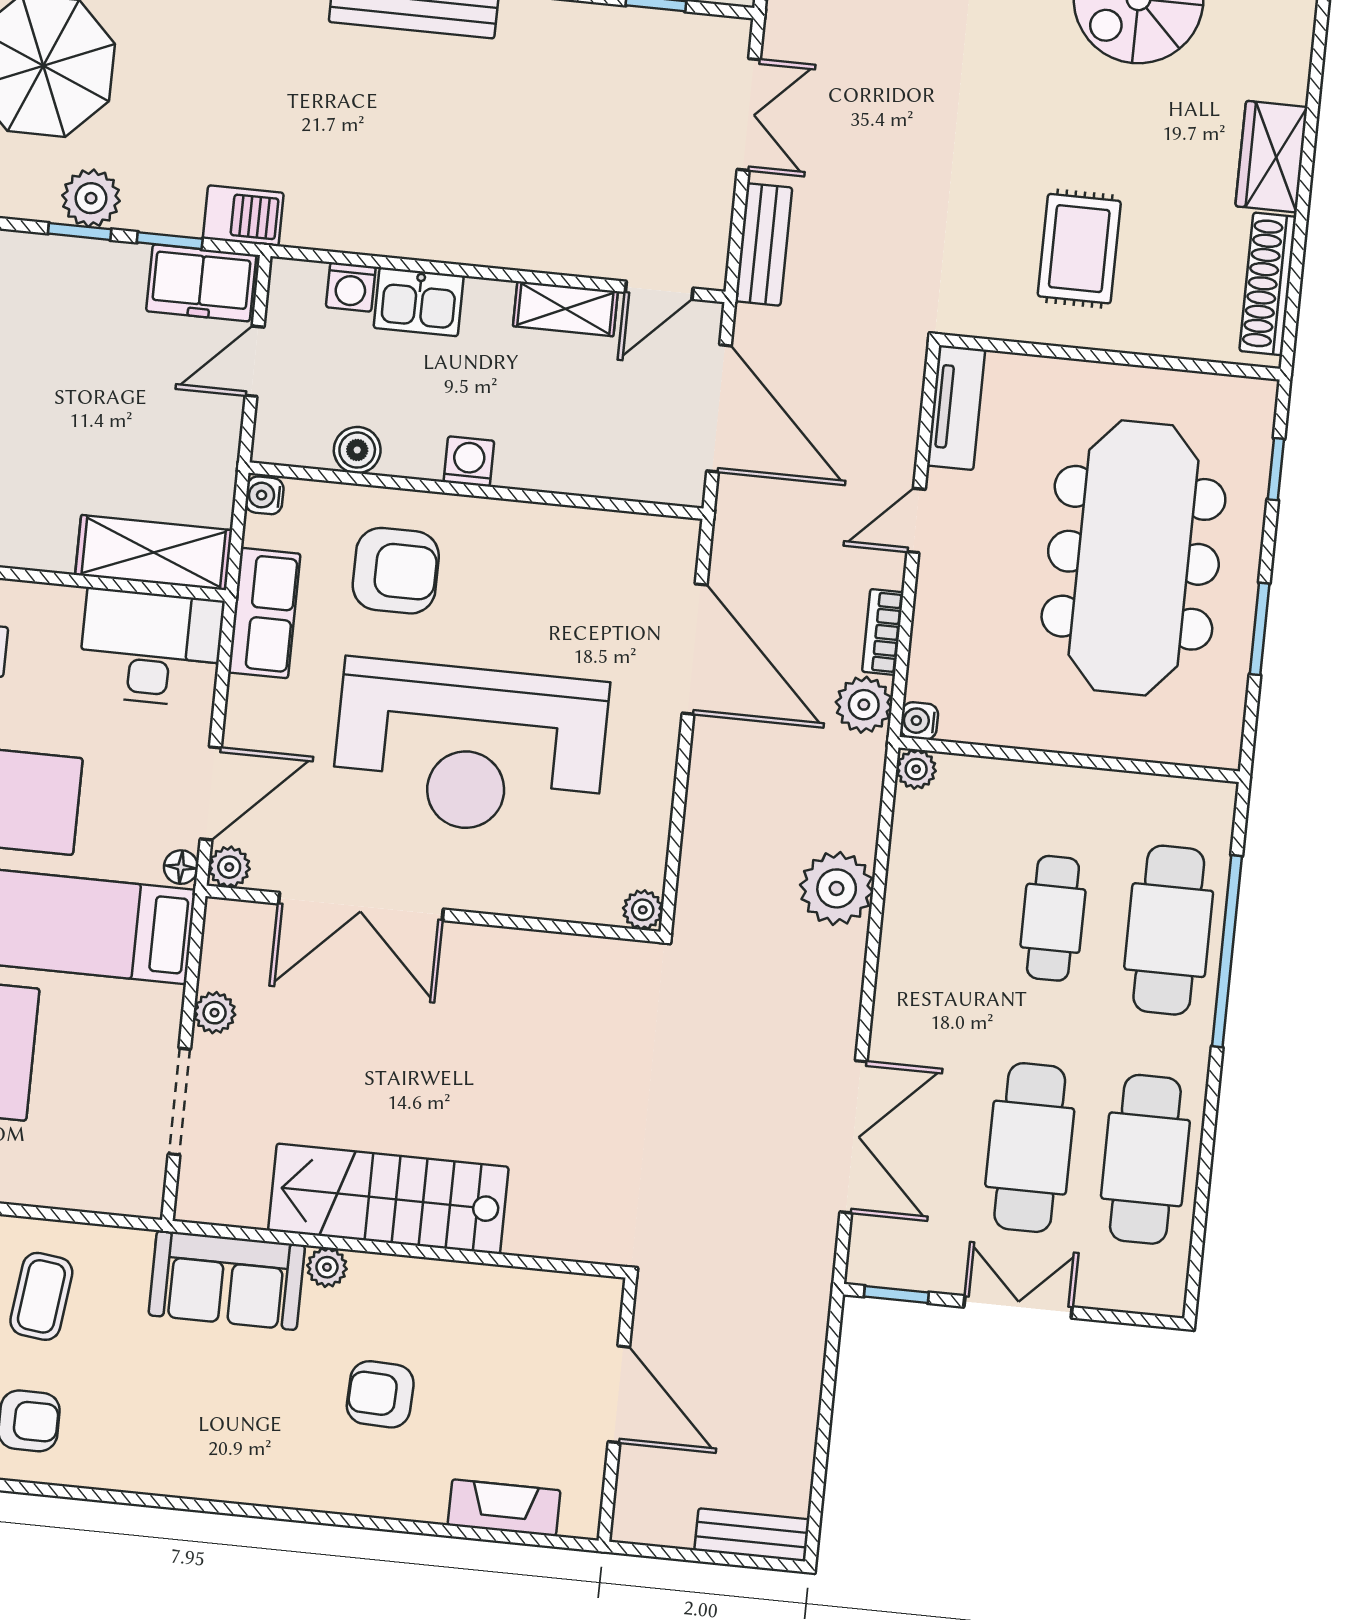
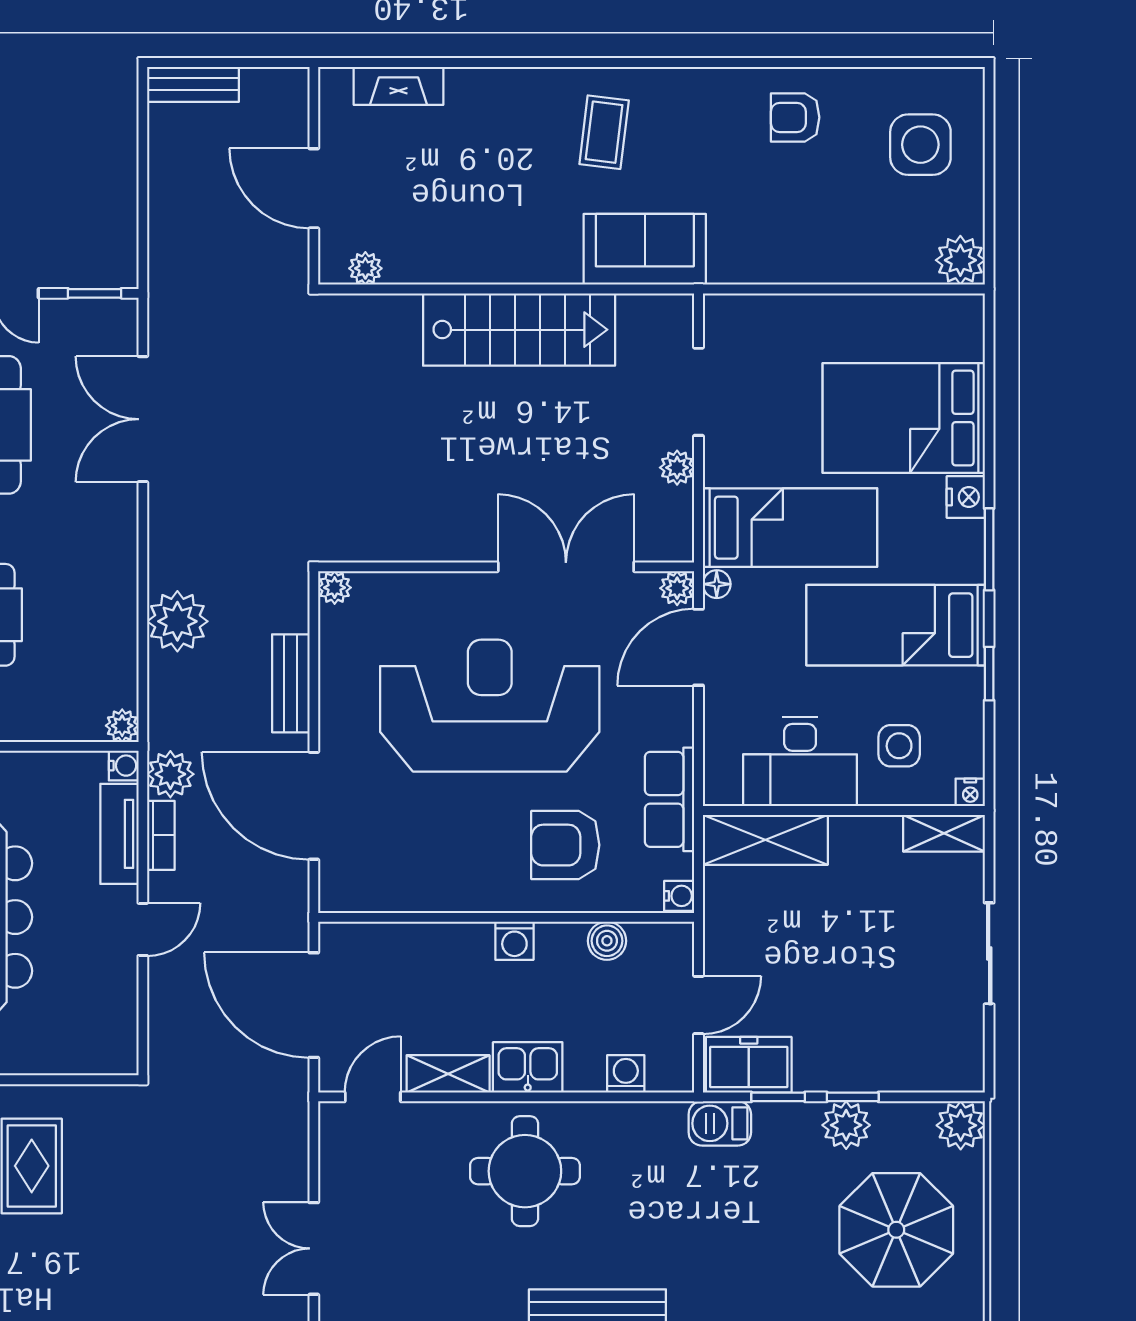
round table: (484, 182) -> (525, 1171), added
bench: (764, 244) -> (291, 683), moved
kitchen sink: (419, 302) -> (528, 1067), moved
tv unit: (956, 408) -> (119, 834), moved
desk: (151, 648) -> (800, 761), moved
plant: (327, 1267) -> (365, 268), moved
coffee table: (41, 1296) -> (604, 132), moved
armchair: (380, 1394) -> (509, 169), removed

